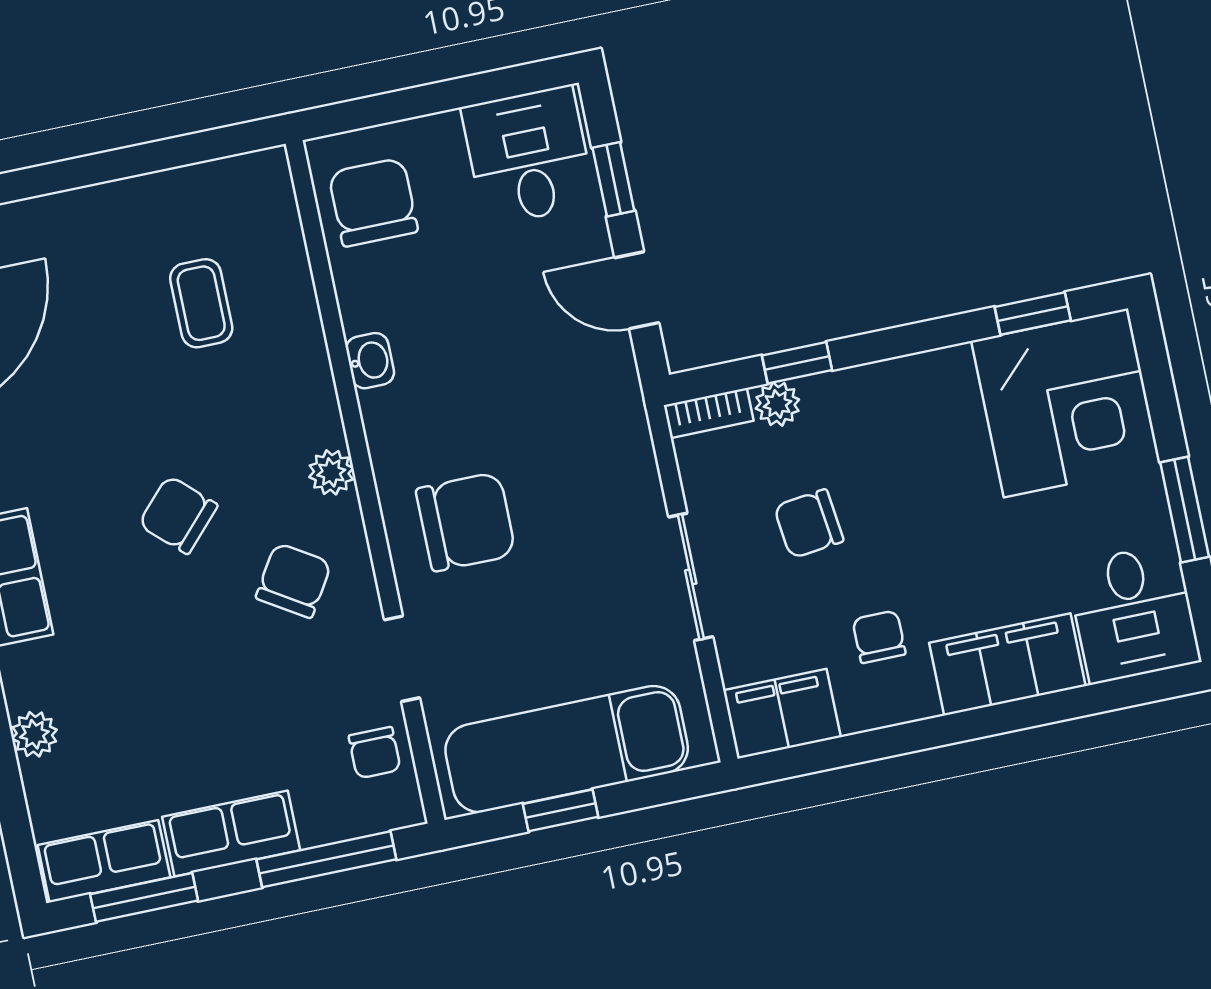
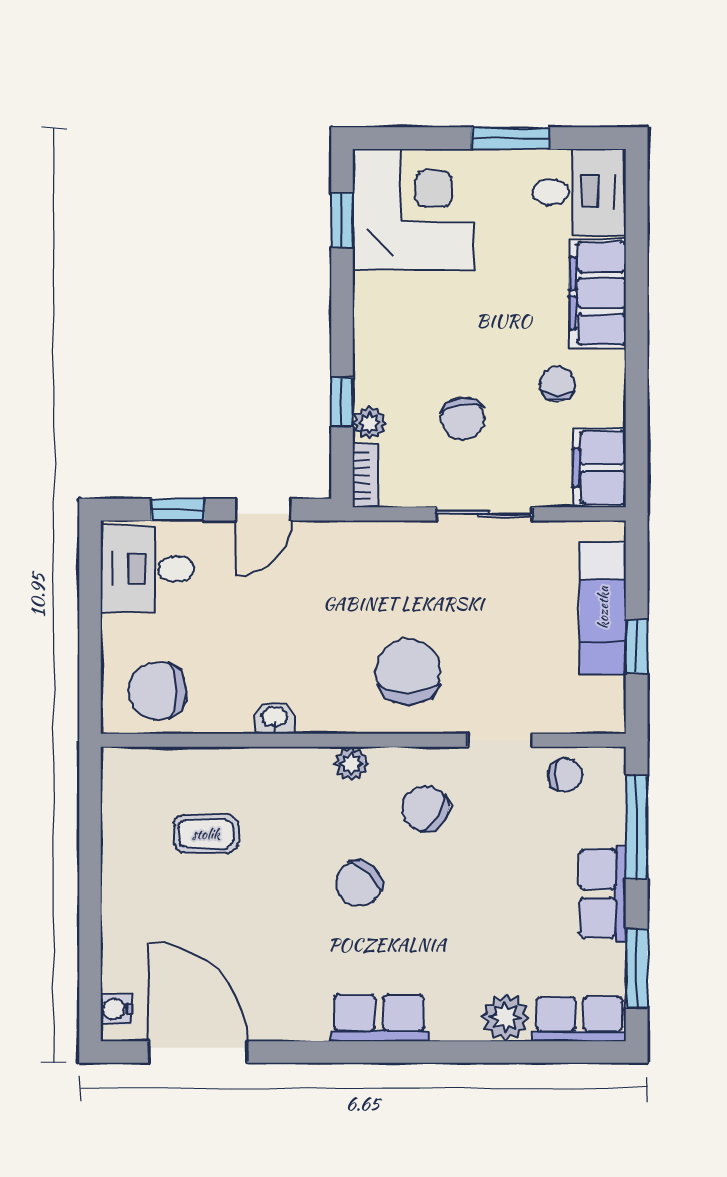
chair: (879, 637) -> (557, 384), turned 90
plant: (34, 734) -> (505, 1017), width x1.38, depth x1.38
exam couch: (567, 749) -> (603, 608), width x0.73, depth x0.69
row of seats: (104, 861) -> (579, 1019), moved, turned 90

